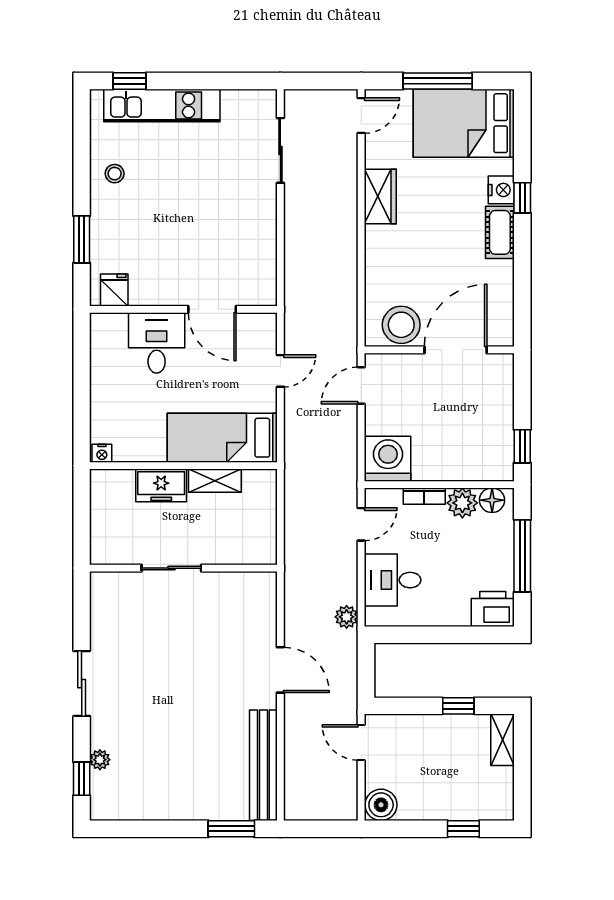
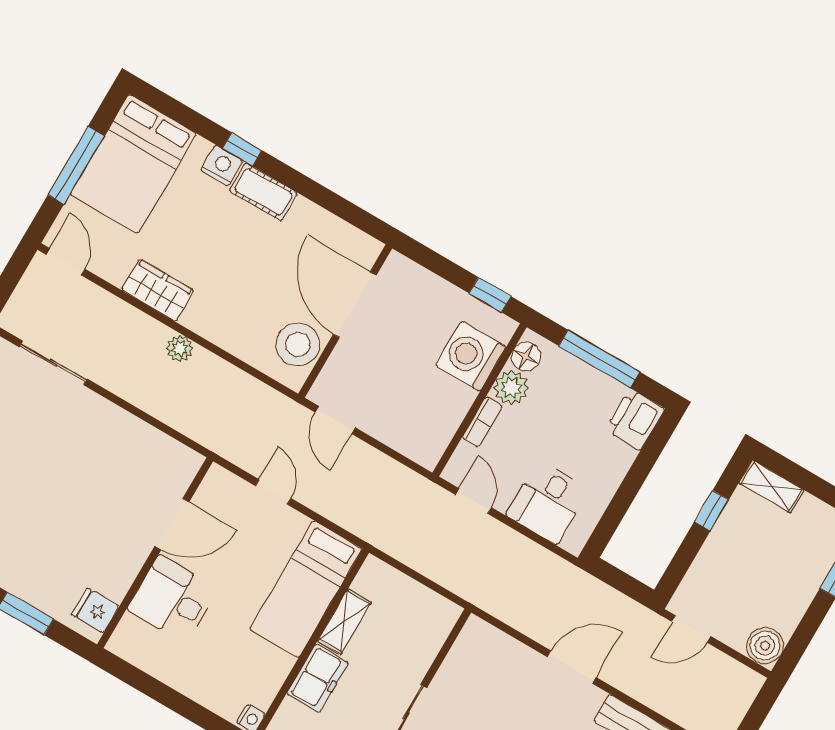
washing machine: (388, 459) -> (471, 356), moved
plant: (347, 617) -> (180, 348), moved

